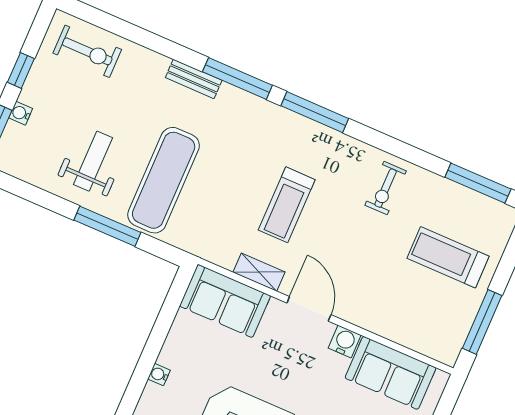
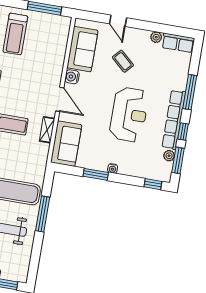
door: (309, 309) -> (60, 99), swing flipped
window: (156, 341) -> (96, 174), added

